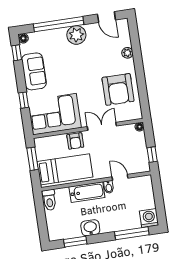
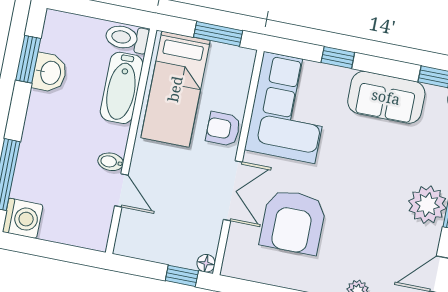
armchair: (118, 89) -> (293, 222), moved, turned -90
window: (152, 155) -> (182, 276), moved
door: (120, 177) -> (121, 190), hinge flipped
bathtub: (87, 192) -> (122, 88), moved
washbasin: (90, 228) -> (50, 73), moved

